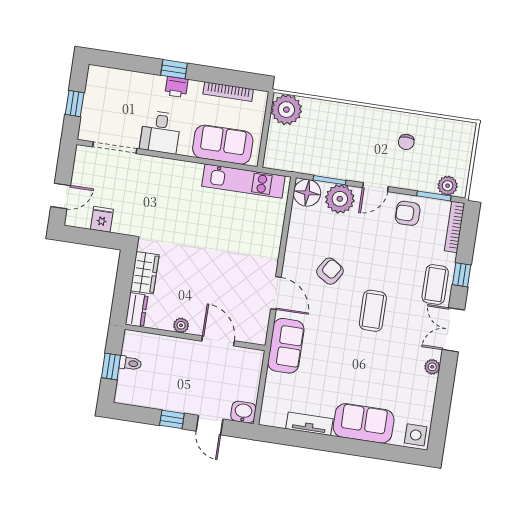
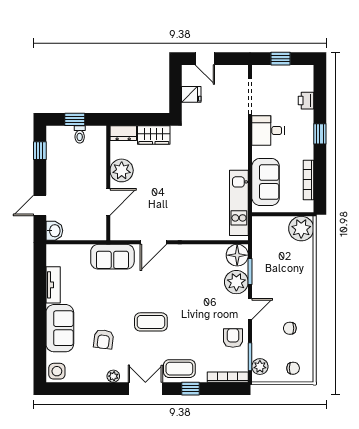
printer: (176, 87) -> (306, 101), moved
chair: (456, 145) -> (293, 368), added
door: (375, 187) -> (250, 309), swing flipped
armchair: (330, 271) -> (104, 339), moved, turned 65
plant: (181, 325) -> (122, 170), width x1.87, depth x1.87
window: (172, 419) -> (40, 151), moved

